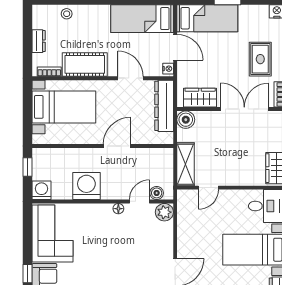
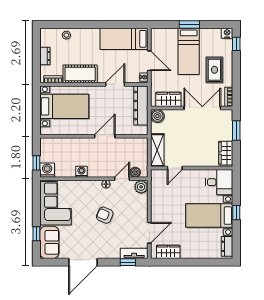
bed: (207, 18) -> (189, 51), moved, turned 90
door: (130, 78) -> (115, 84), hinge flipped
window: (27, 167) -> (36, 163), moved
washing machine: (86, 186) -> (81, 172), width x0.53, depth x0.53
armchair: (117, 249) -> (105, 215), added

